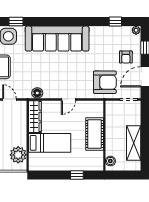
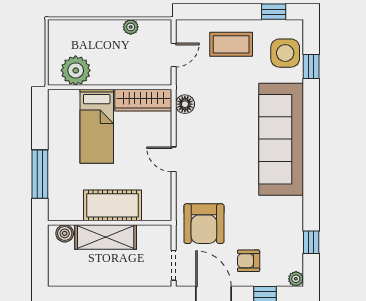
shelving: (134, 143) -> (106, 237), moved
window: (77, 175) -> (40, 174), width x2.17

